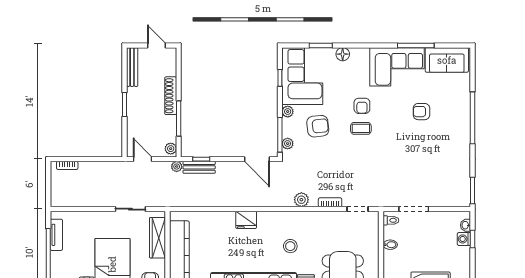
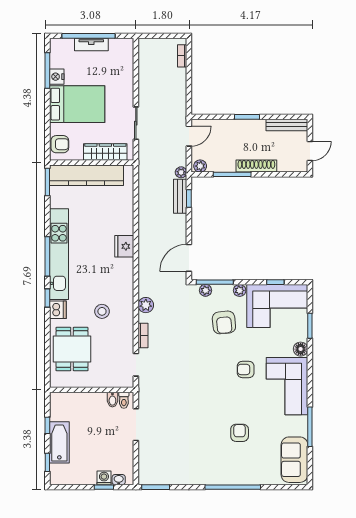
corner sofa: (397, 67) -> (287, 386), moved
coffee table: (361, 128) -> (222, 368), removed
tv unit: (56, 235) -> (91, 44), moved
bidet: (390, 245) -> (112, 400), moved
stool: (290, 246) -> (102, 311), moved

